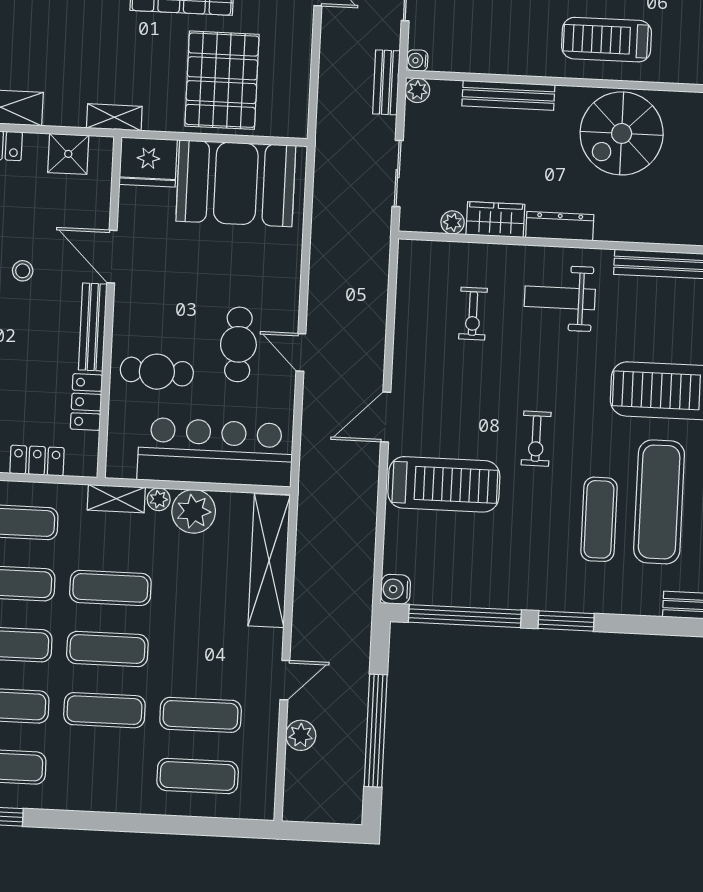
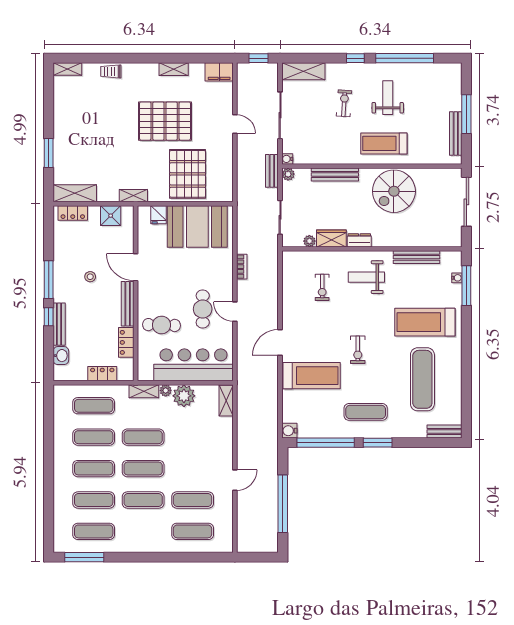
fridge: (148, 162) -> (159, 215), width x0.53, depth x0.75
dresser: (560, 226) -> (359, 240), width x0.70
bookcase: (318, 266) -> (242, 267), added
exercise mat: (599, 519) -> (366, 412), moved, turned 90
shelving: (269, 561) -> (226, 401), width x0.45, depth x0.75
plant: (301, 735) -> (244, 508), removed

